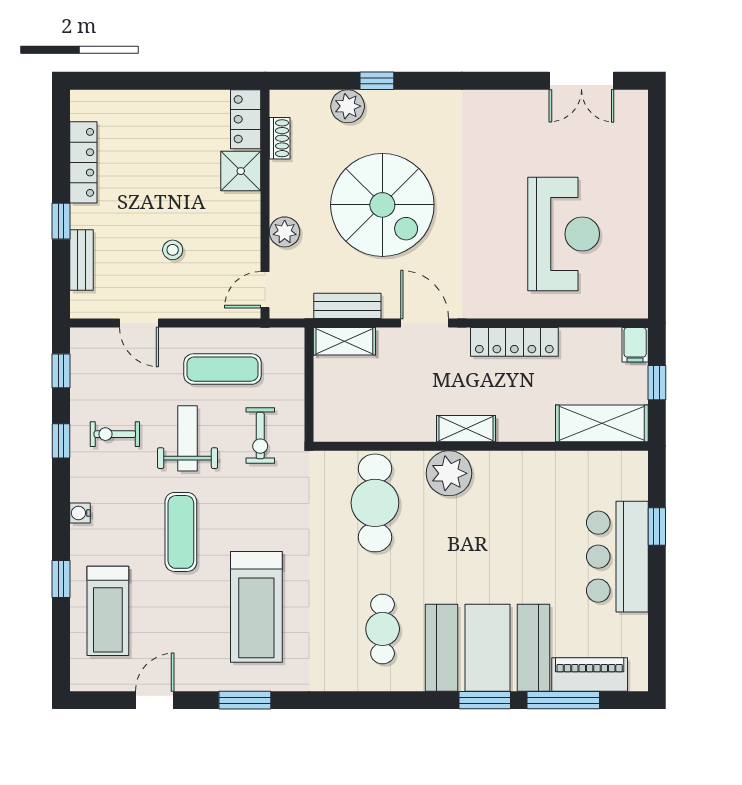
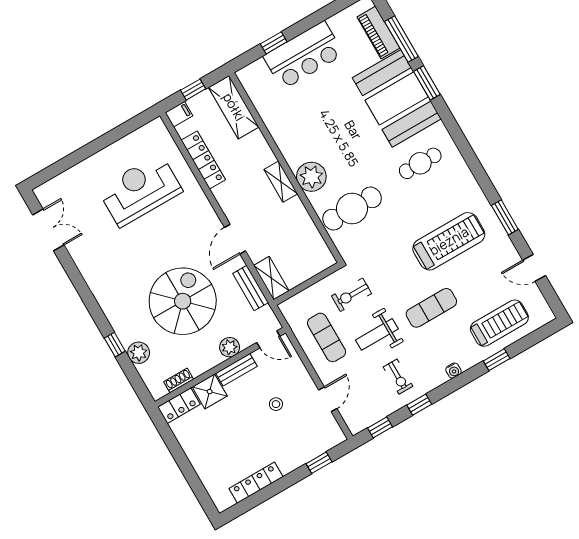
window: (61, 221) -> (319, 463), moved
bench: (81, 260) -> (236, 370), moved
locker: (514, 342) -> (203, 160), moved
exercise bike: (260, 435) -> (352, 295), turned 180

